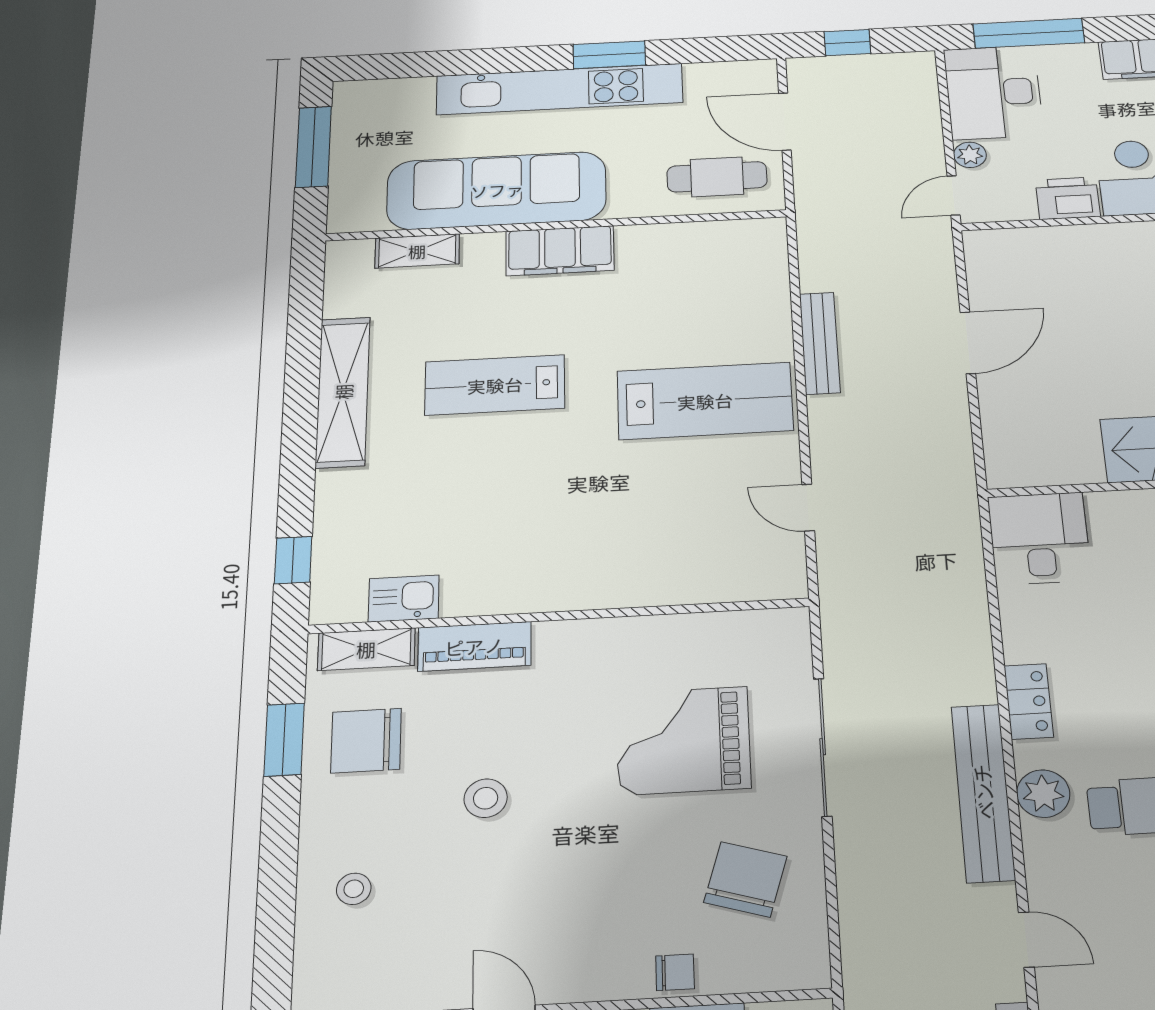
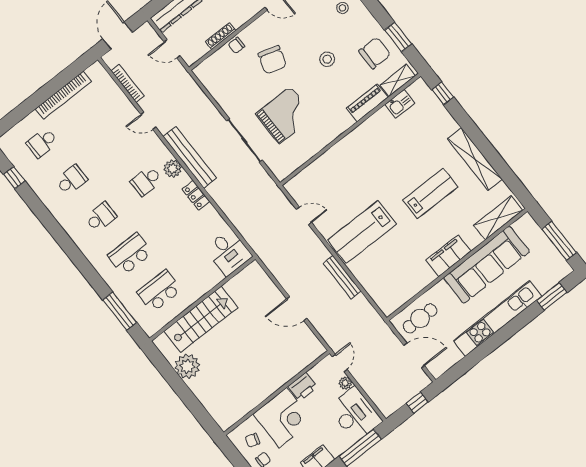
window: (609, 55) -> (552, 296), moved
shelving: (417, 251) -> (498, 218), width x1.50, depth x1.33
door: (968, 343) -> (297, 309), hinge flipped
chair: (745, 879) -> (272, 60), moved

